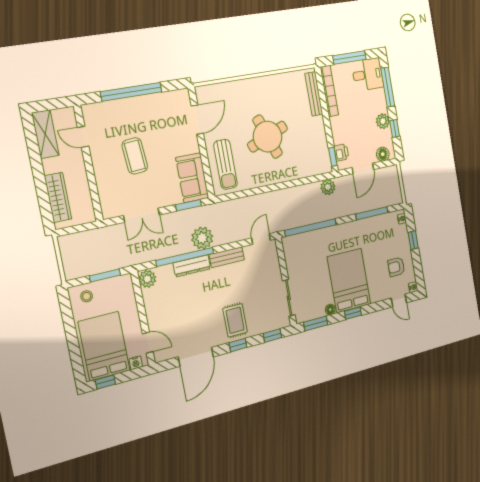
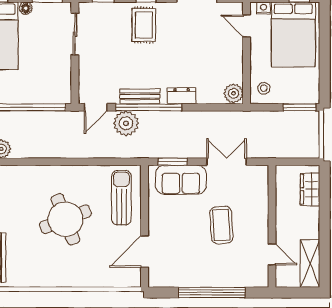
sofa: (192, 178) -> (181, 180), moved, turned 90
wardrobe: (58, 197) -> (310, 189), width x0.67
plant: (202, 238) -> (126, 123), moved
window: (185, 257) -> (149, 107), moved
dresser: (192, 266) -> (182, 96), width x0.70
window: (105, 275) -> (300, 107), moved
stool: (87, 296) -> (264, 88), moved

